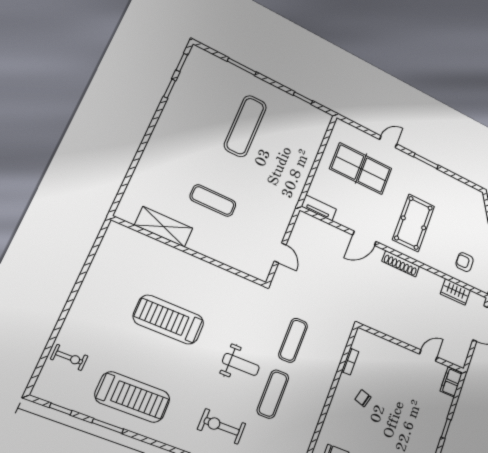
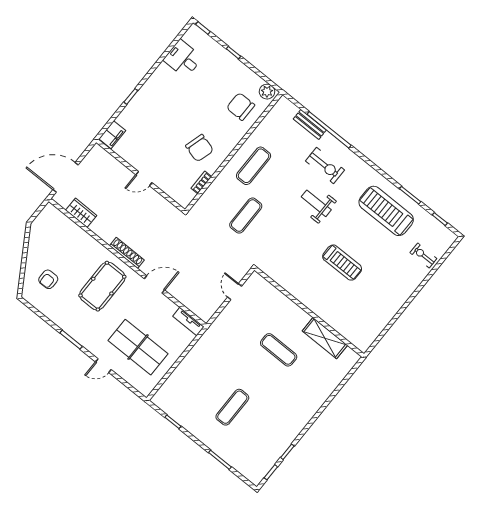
exercise mat: (245, 126) -> (232, 407), width x0.73, depth x0.69
armchair: (465, 262) -> (48, 279), moved, turned 90
treadmill: (169, 320) -> (342, 263), width x0.73, depth x0.73
door: (428, 355) -> (144, 179), moved
weight bench: (241, 364) -> (316, 203), moved
exercise mat: (273, 394) -> (254, 166), moved
chair: (363, 398) -> (200, 148), width x1.87, depth x1.87

